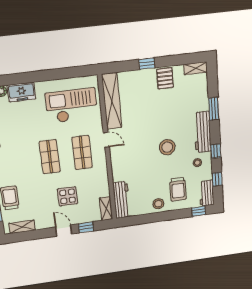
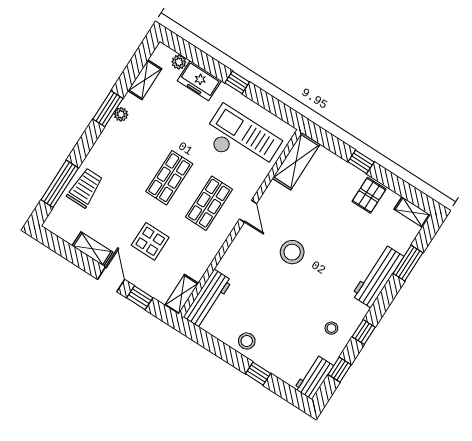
window: (43, 76) -> (237, 82), added
shelving: (112, 101) -> (296, 161), width x0.68
window: (214, 109) -> (408, 263), moved
workbench: (203, 132) -> (378, 276), moved
stool: (167, 147) -> (292, 252), moved
trolley: (178, 189) -> (284, 342), removed
window: (199, 211) -> (258, 374), moved
shelving: (22, 227) -> (92, 249), moved

